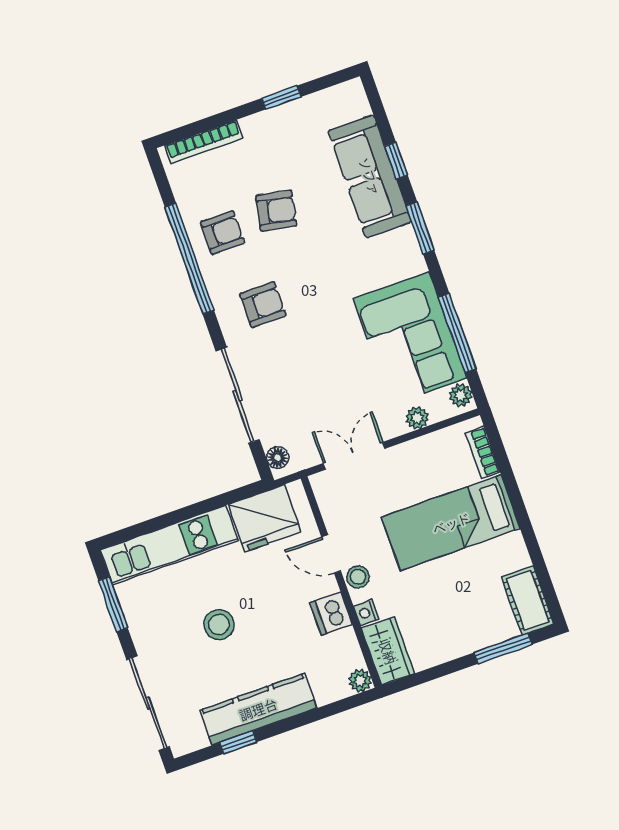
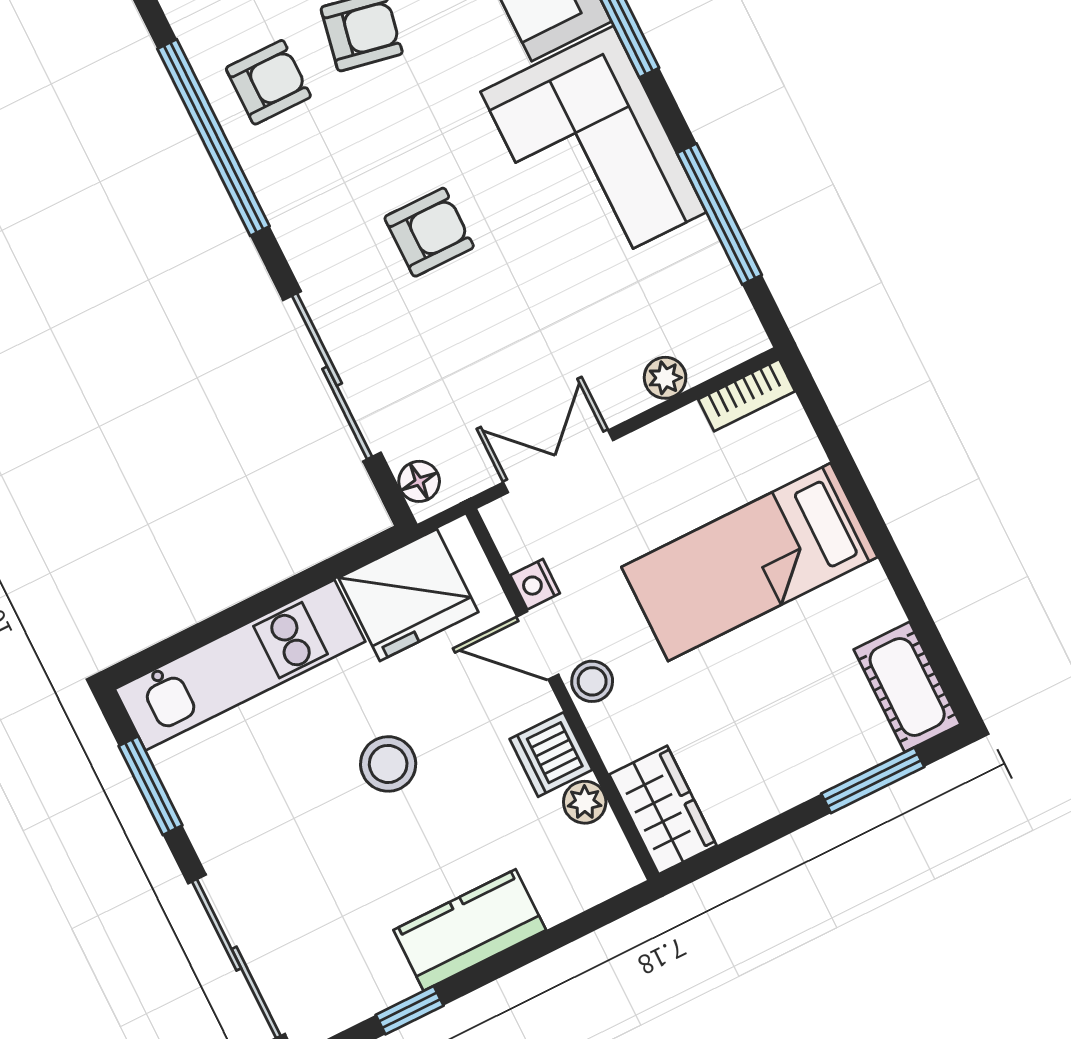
armchair: (263, 305) -> (429, 232), moved
corner sofa: (410, 338) -> (593, 152), moved
plant: (461, 395) -> (740, 327), removed
bookcase: (483, 452) -> (747, 395), moved, turned -90
nightstand: (366, 613) -> (535, 584), moved
stool: (219, 625) -> (388, 764), moved
plant: (360, 681) -> (585, 802), moved
kitchen counter: (258, 709) -> (470, 930), width x0.67

